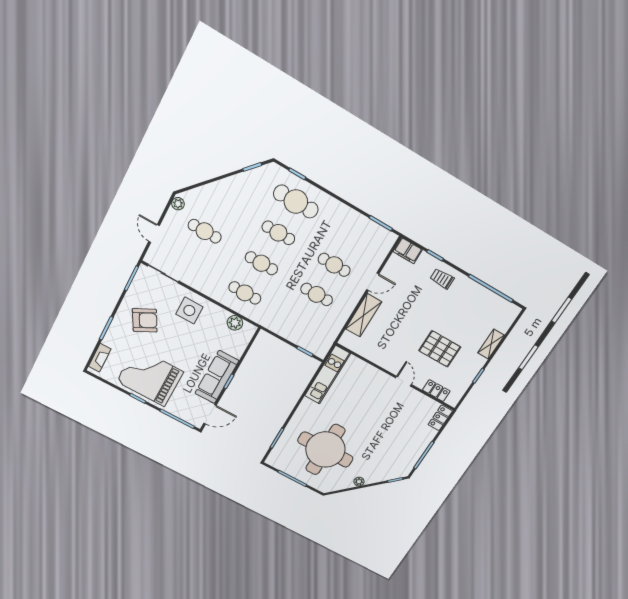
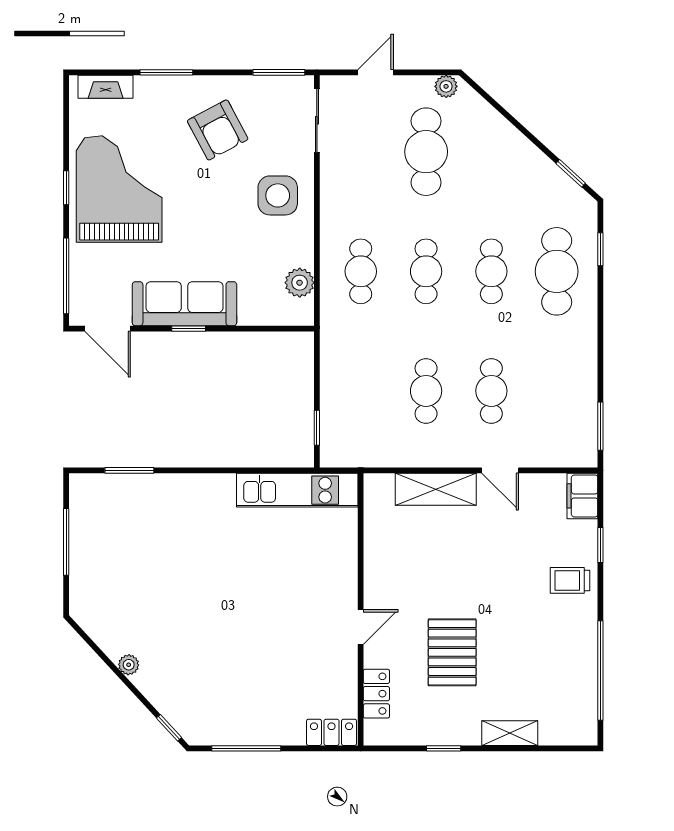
cafe table: (205, 231) -> (426, 152), width x1.37, depth x1.35
trolley: (442, 279) -> (570, 580), turned -90
round table: (325, 450) -> (156, 568), removed

